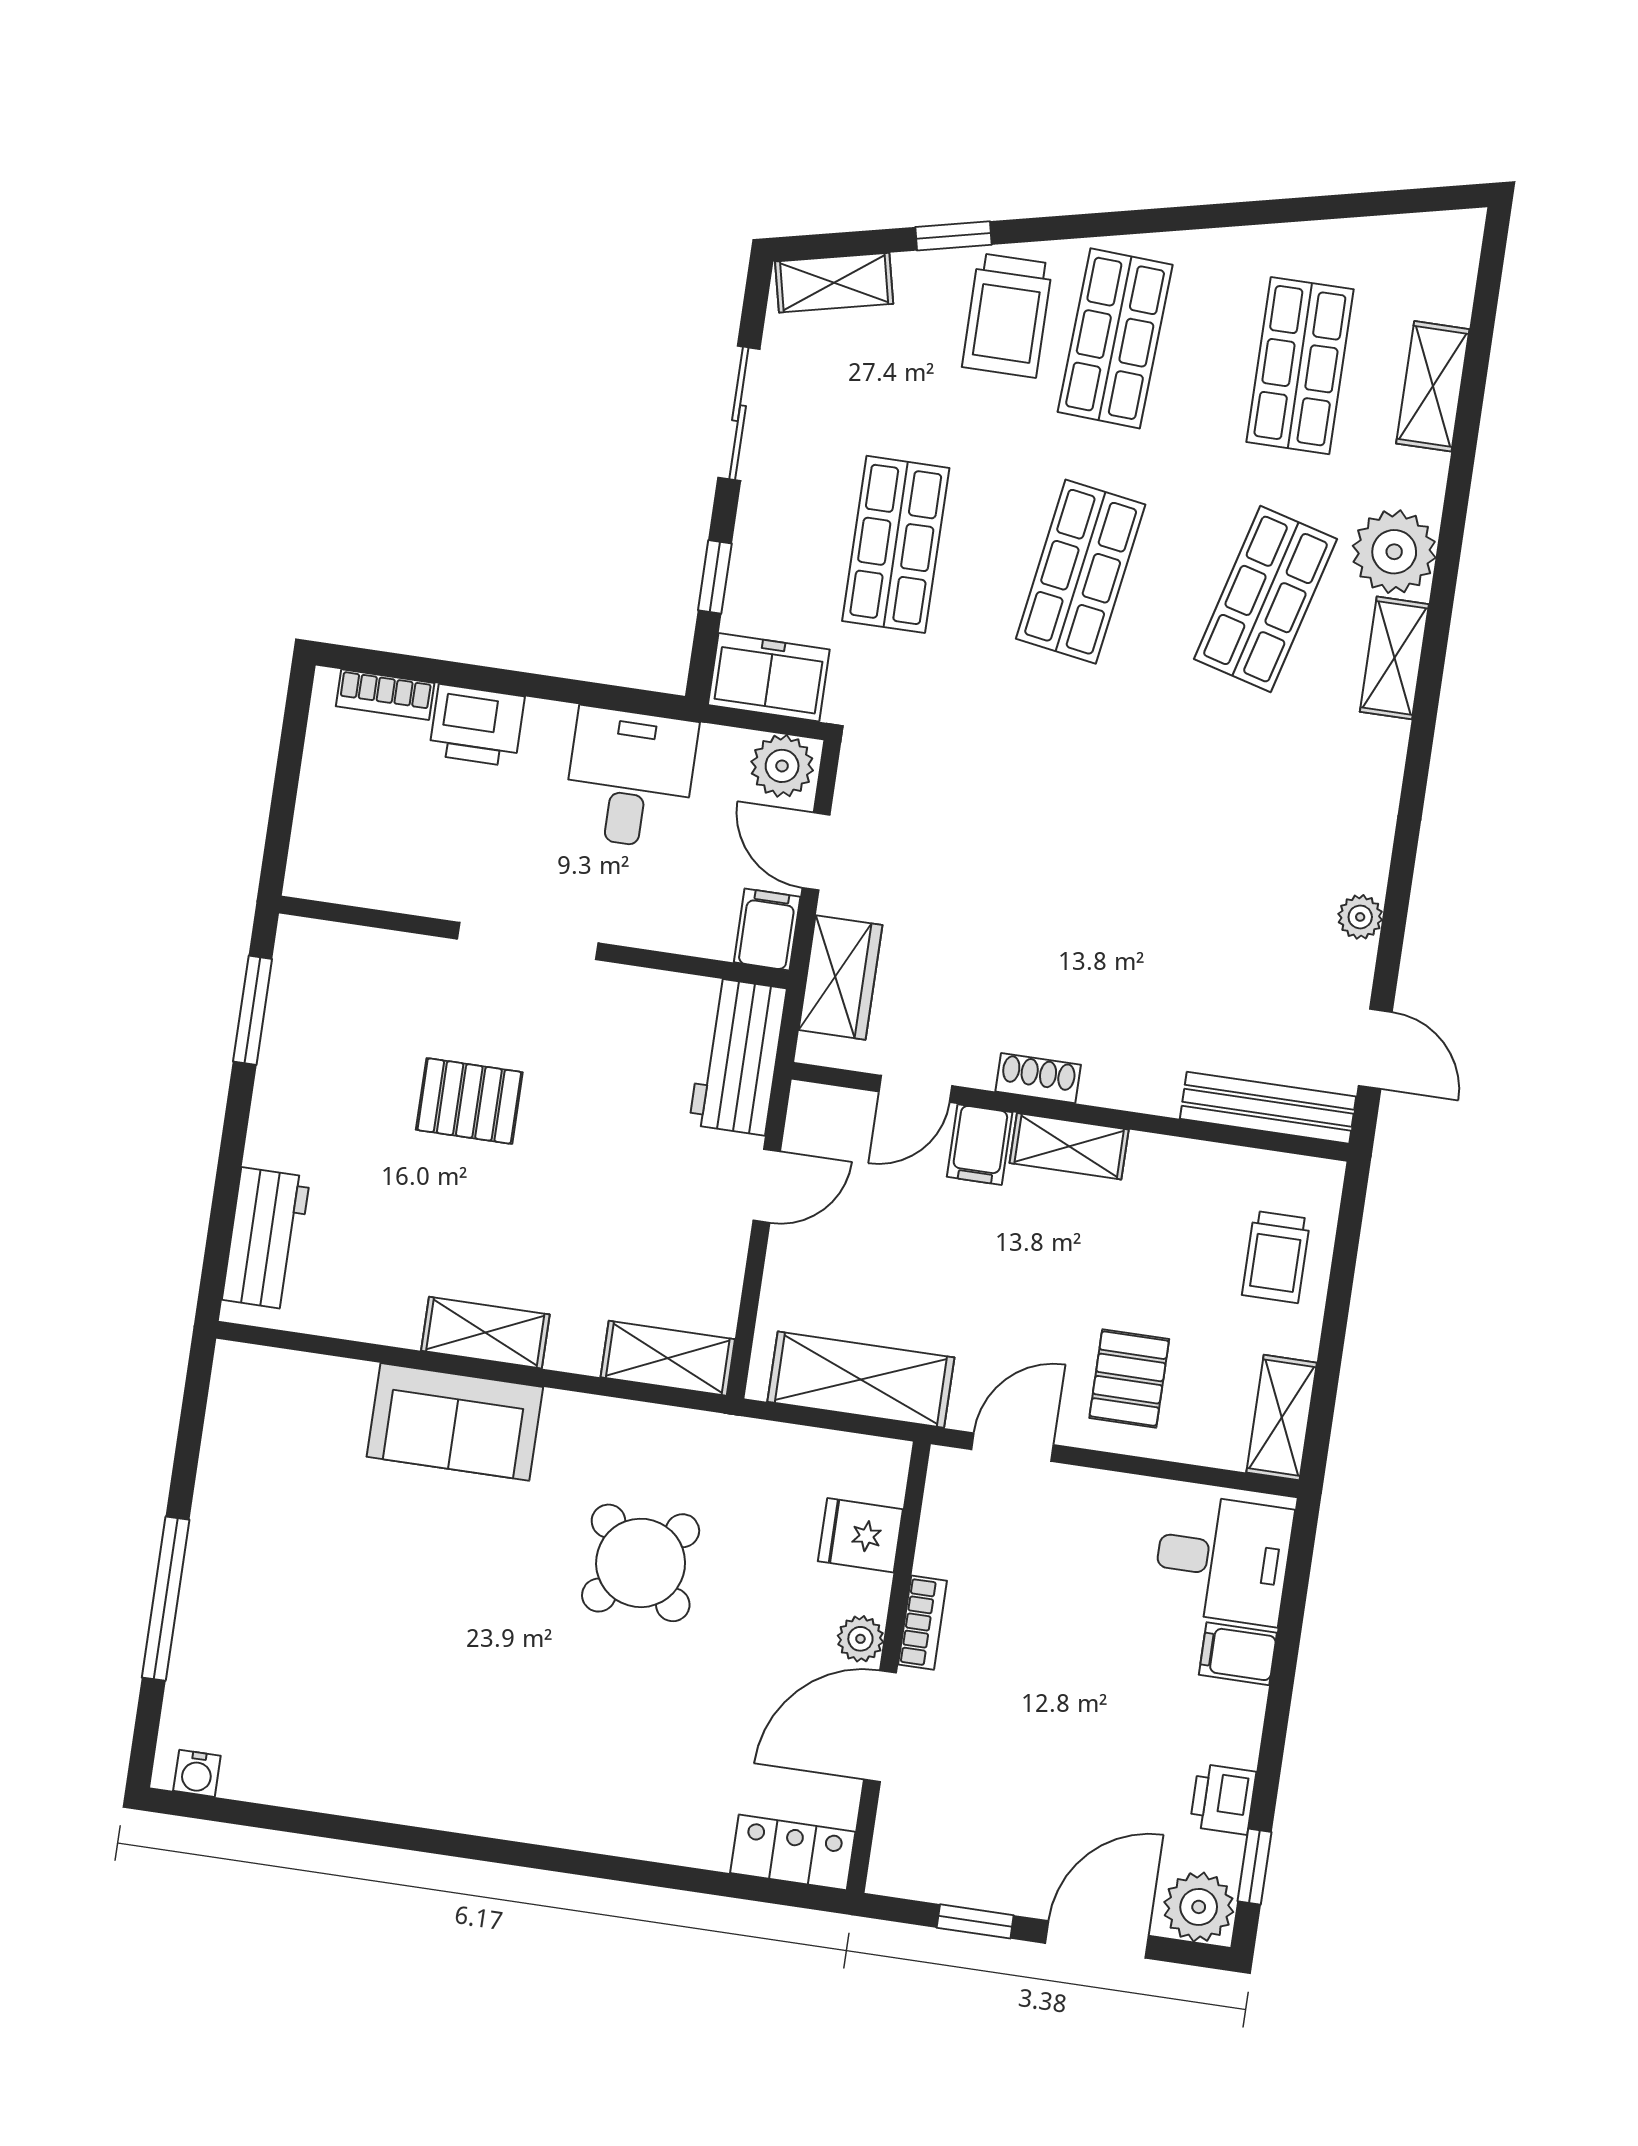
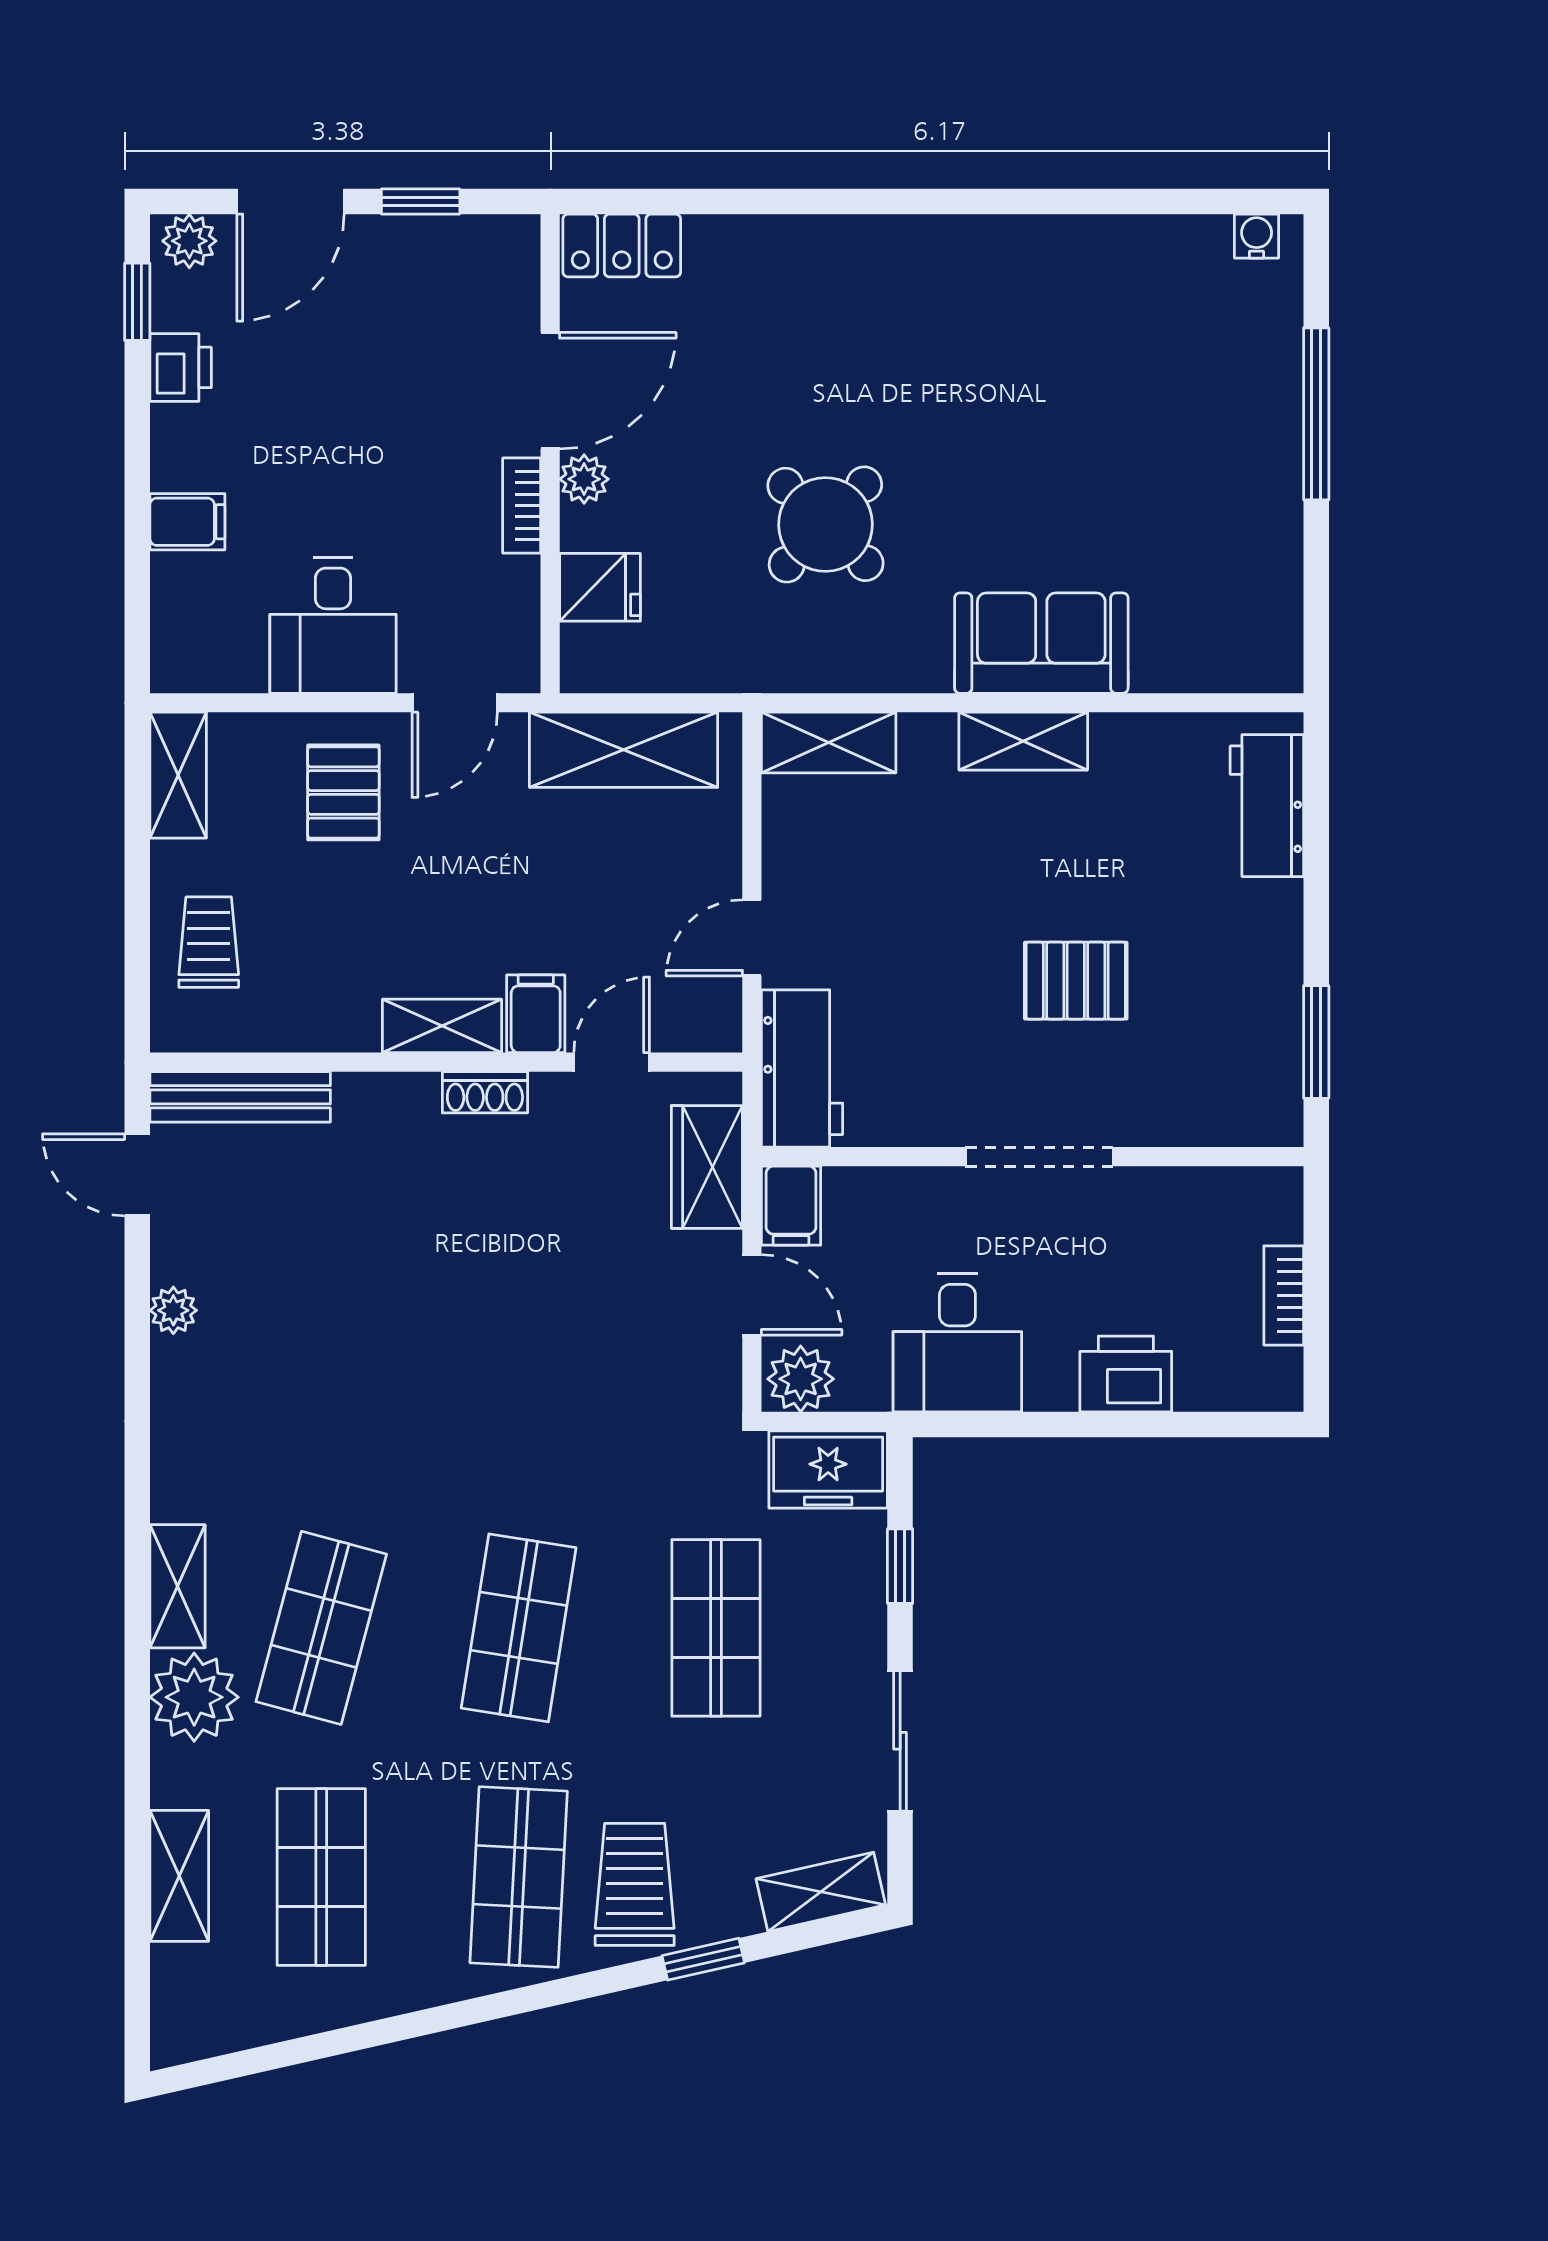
bookcase: (385, 695) -> (1284, 1295), moved, turned -90
desk: (1223, 1559) -> (333, 625), moved, turned -90
plant: (1199, 1907) -> (189, 241), width x0.73, depth x0.73

